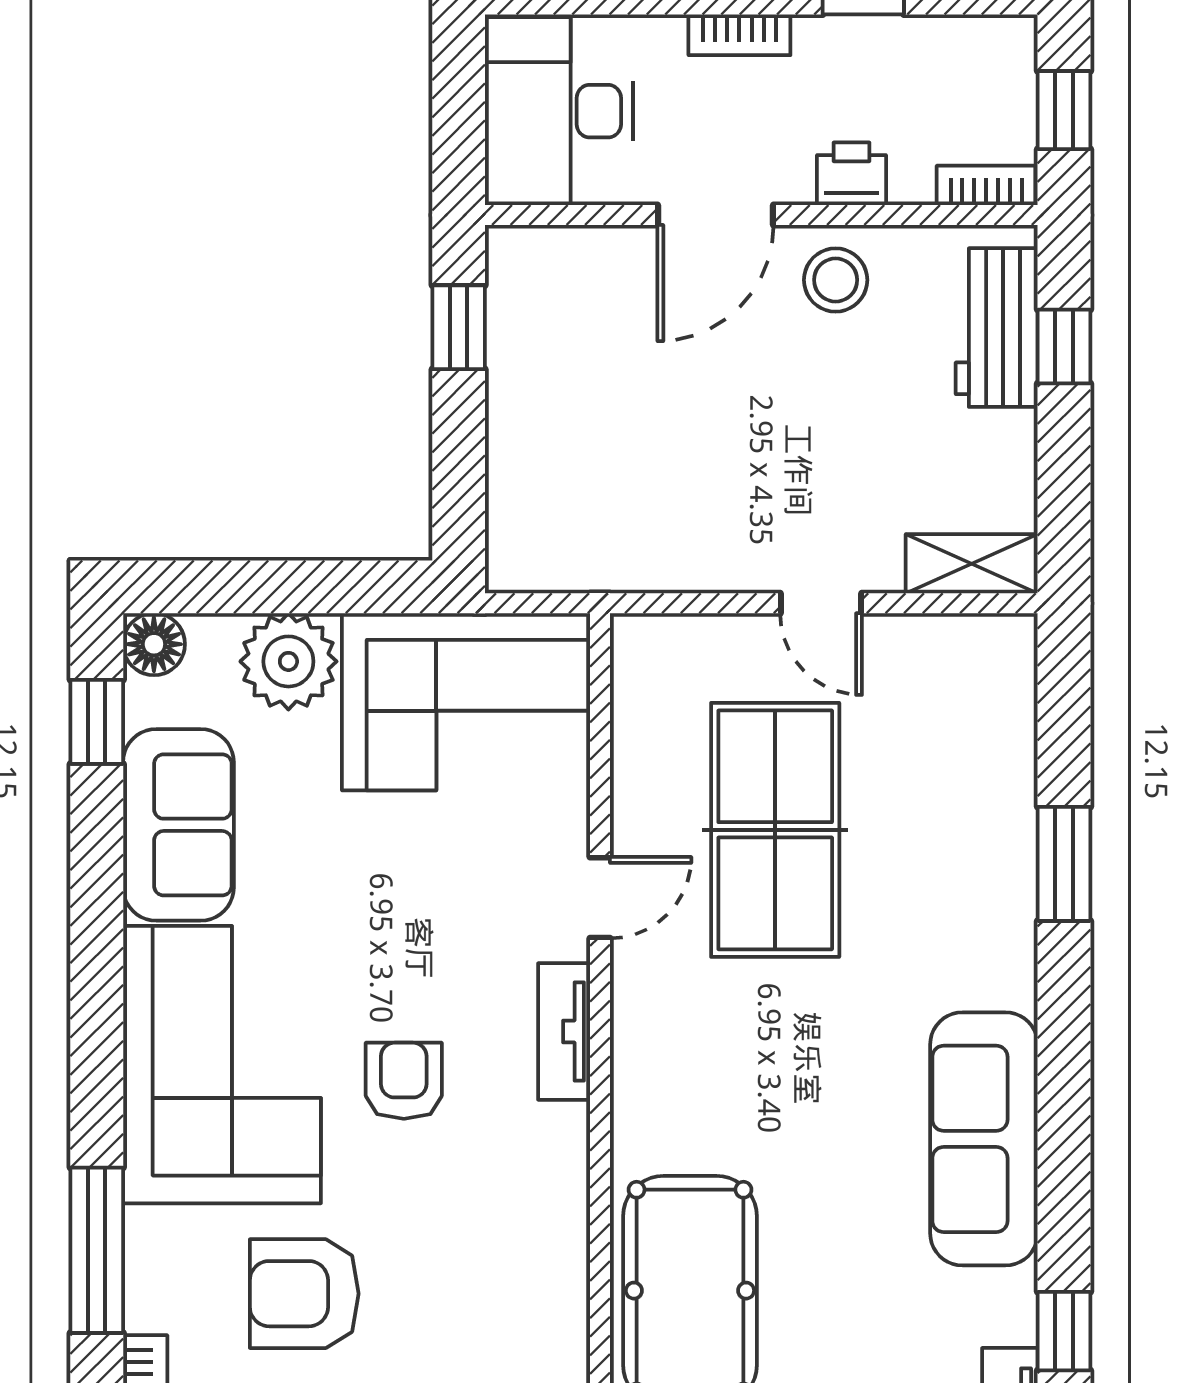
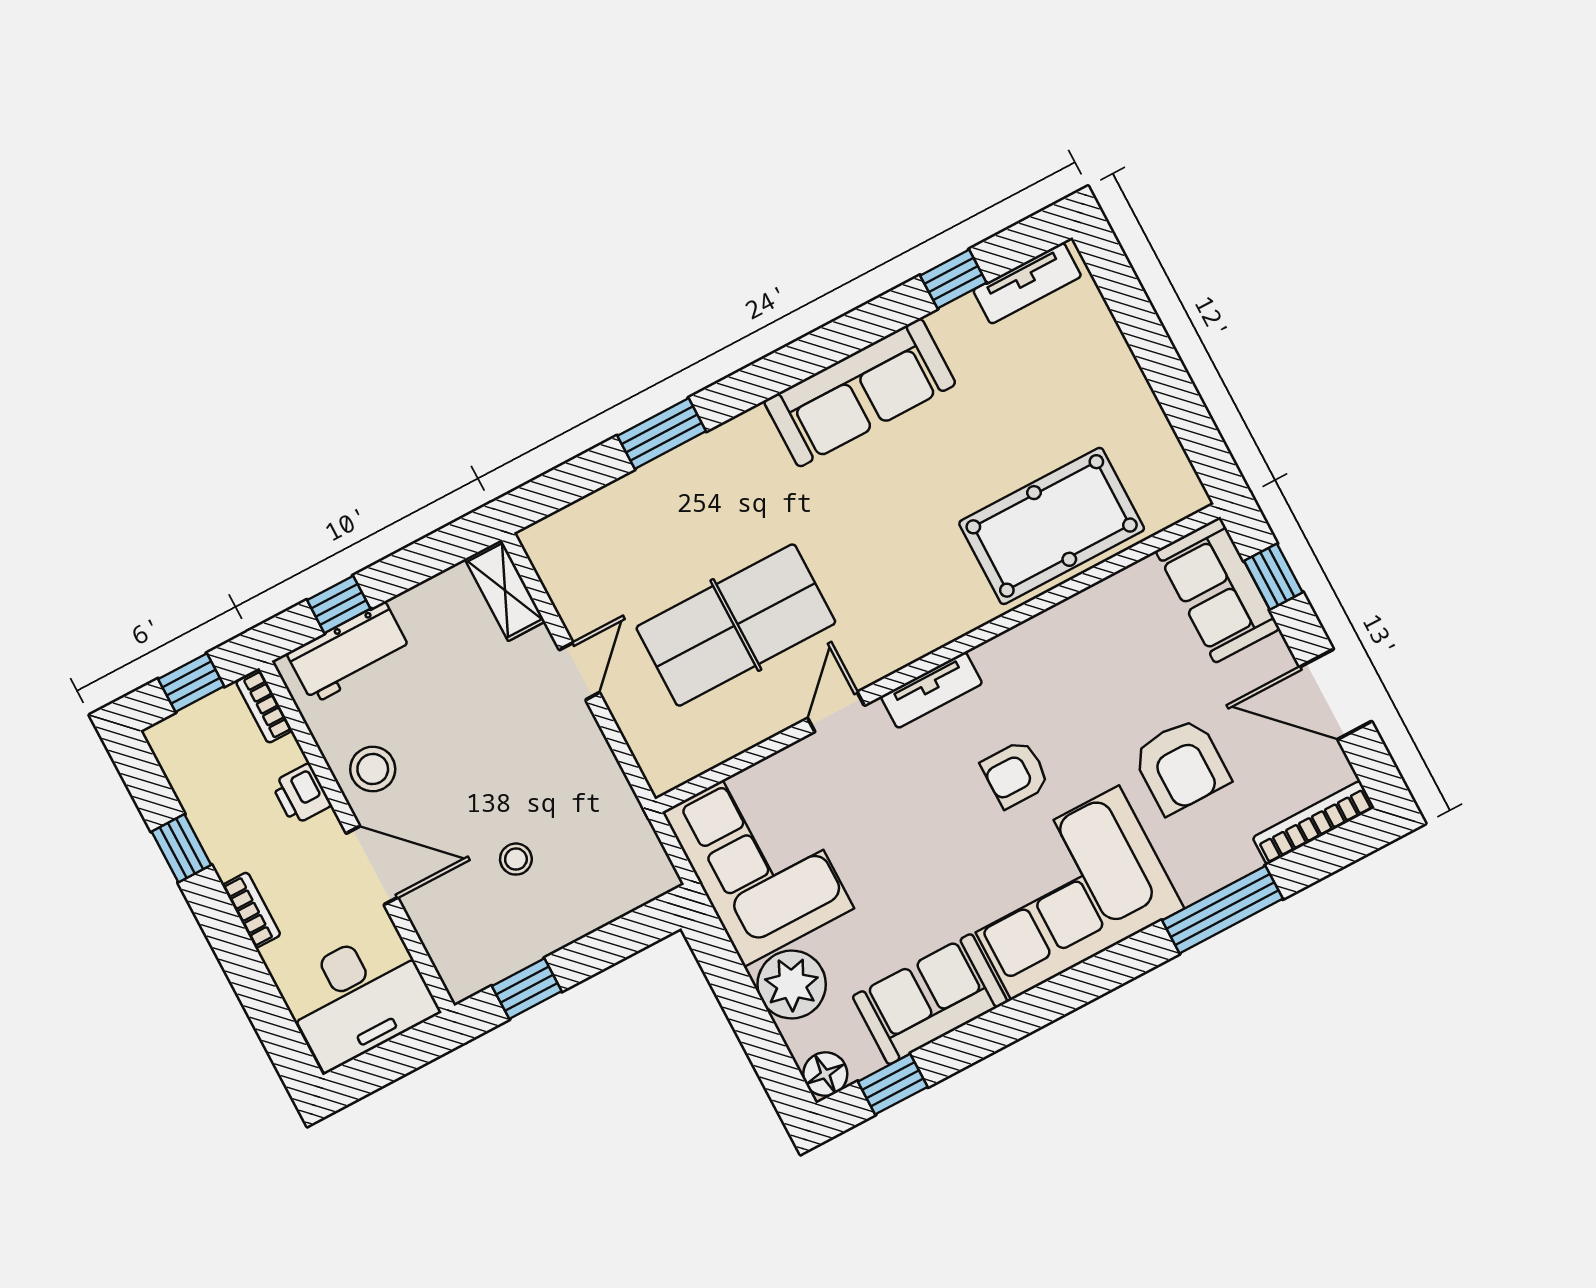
stool: (628, 400) -> (516, 859), added
door: (600, 898) -> (836, 712), hinge flipped

